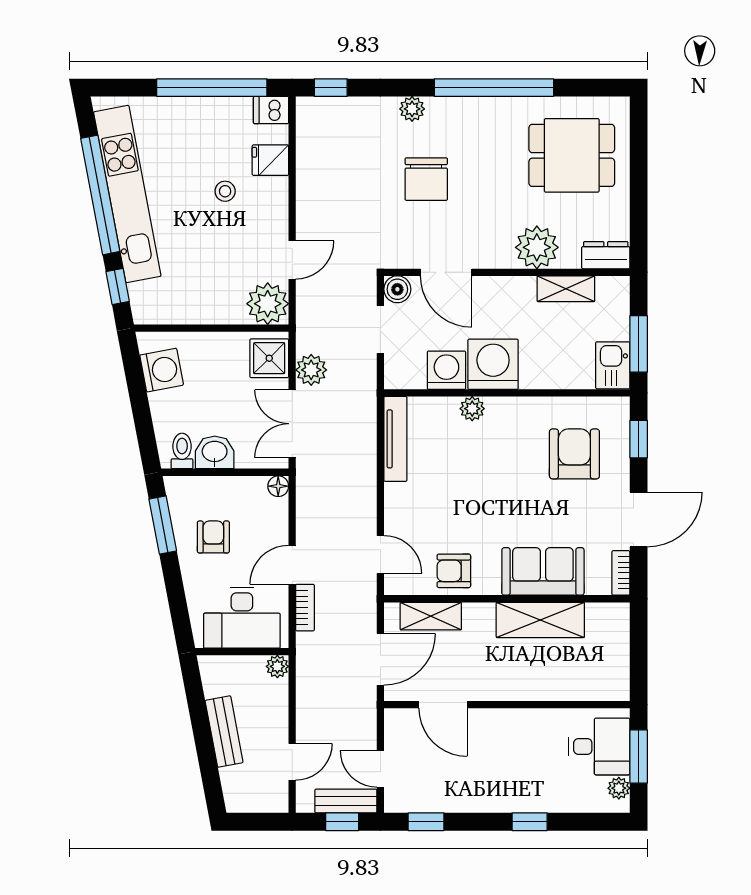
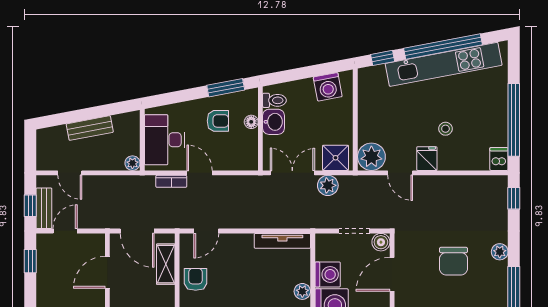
fridge: (270, 160) -> (427, 159), moved
chair: (426, 179) -> (453, 261), turned -90
floor lamp: (278, 486) -> (251, 122), moved

